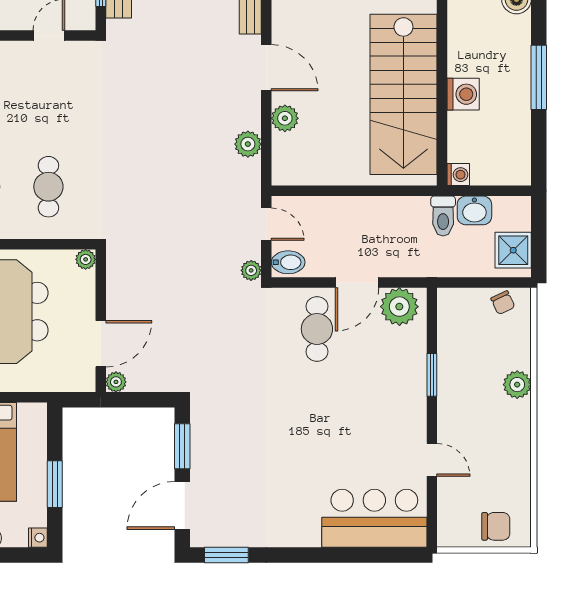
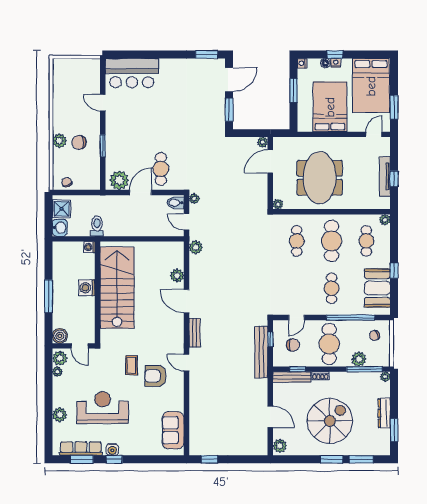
plant: (248, 144) -> (196, 247), moved
washbasin: (474, 210) -> (60, 228), moved, turned 90
chair: (496, 526) -> (79, 142), moved

